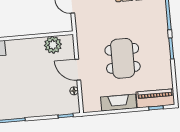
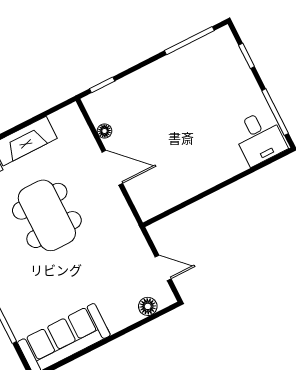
plant: (53, 45) -> (169, 192), removed

